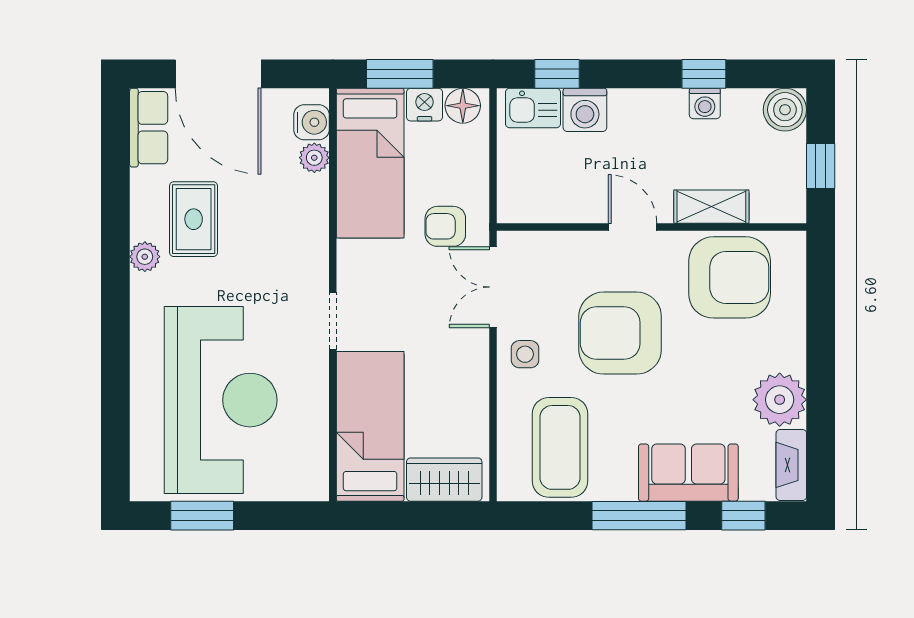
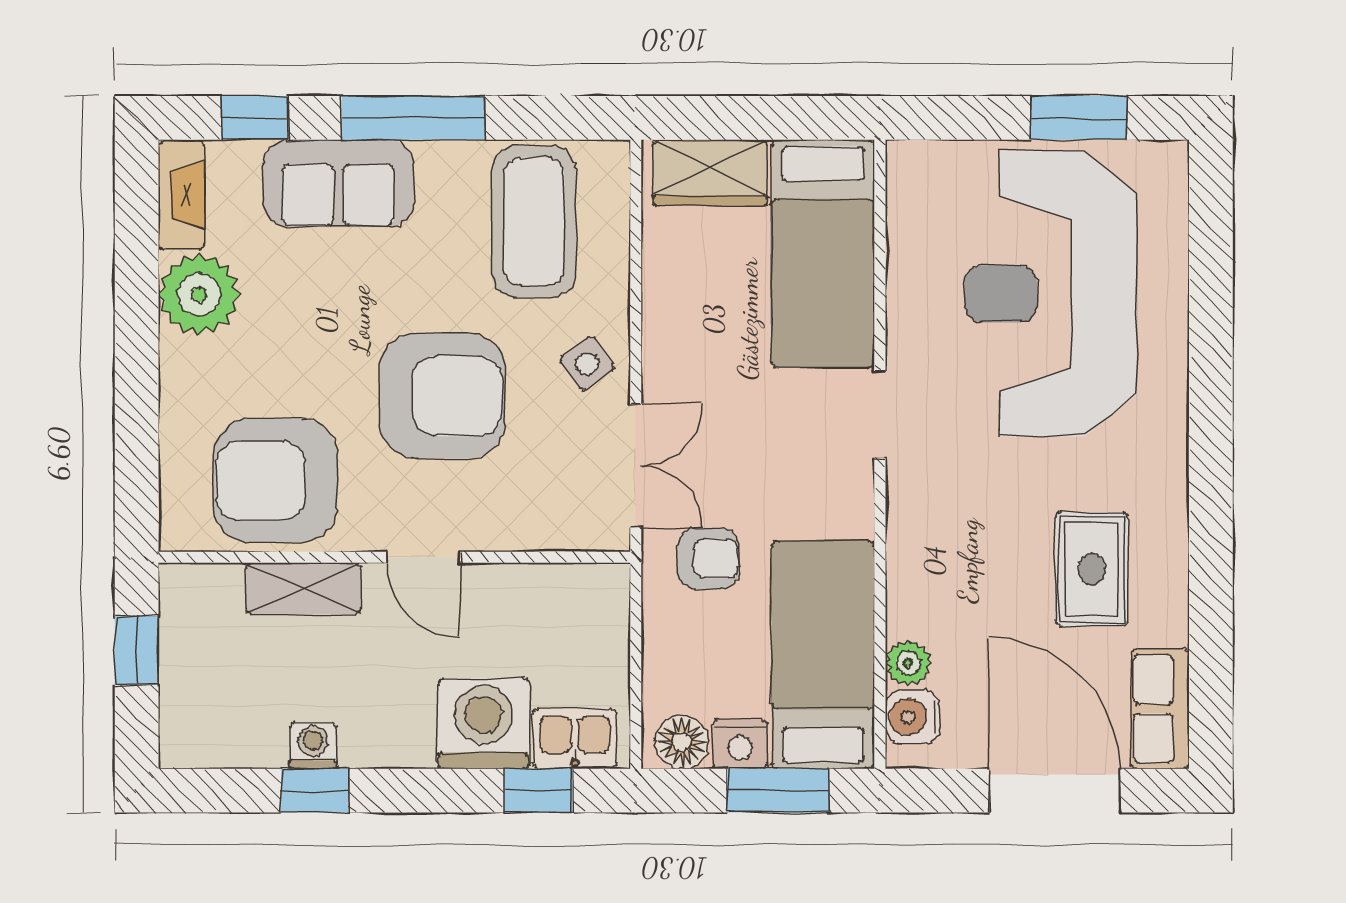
washing machine: (585, 110) -> (483, 724), width x1.37, depth x1.37
boiler: (785, 110) -> (191, 736), removed
plant: (145, 257) -> (1166, 512), removed
side table: (525, 354) -> (587, 364), turned -36

